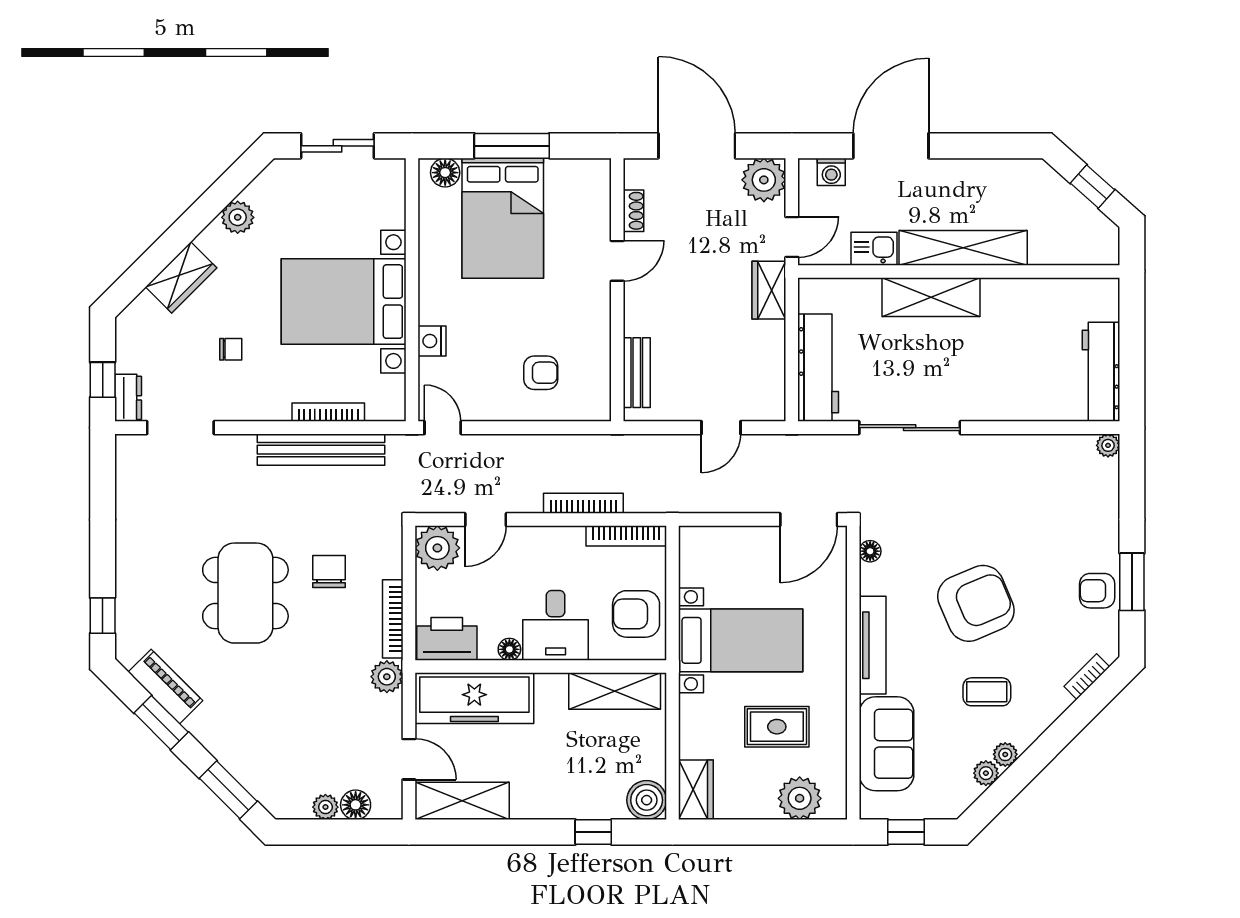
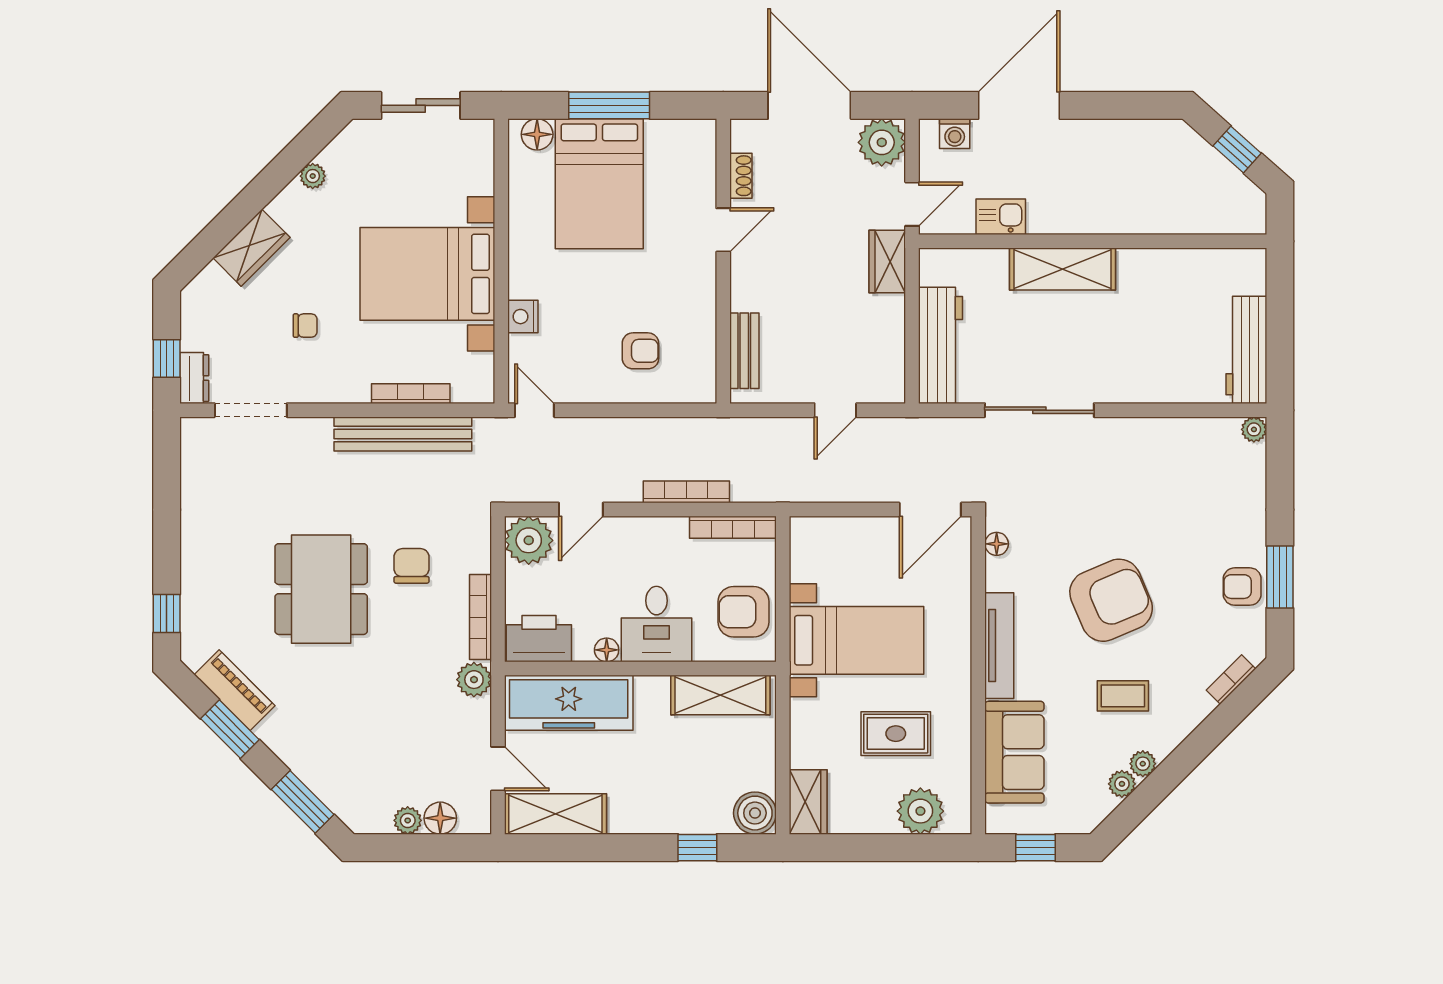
plant: (238, 217) -> (313, 176), width x0.73, depth x0.73
shelving: (963, 248) -> (1097, 216), removed

